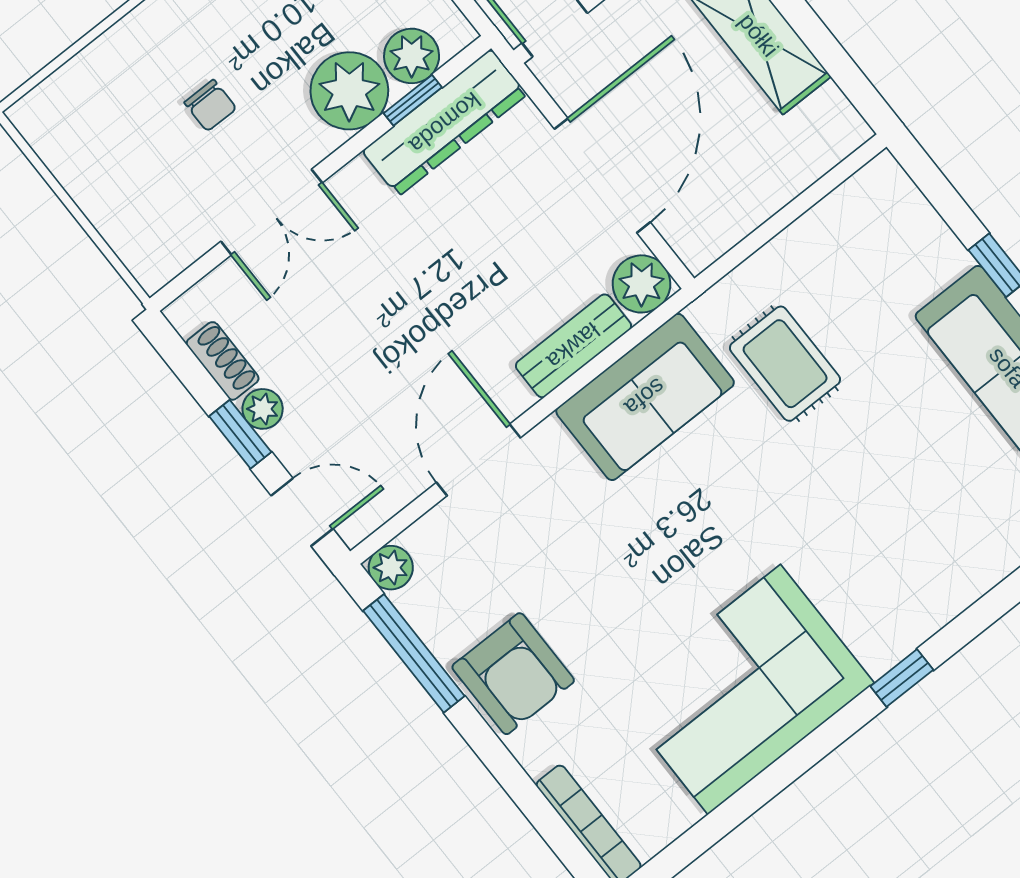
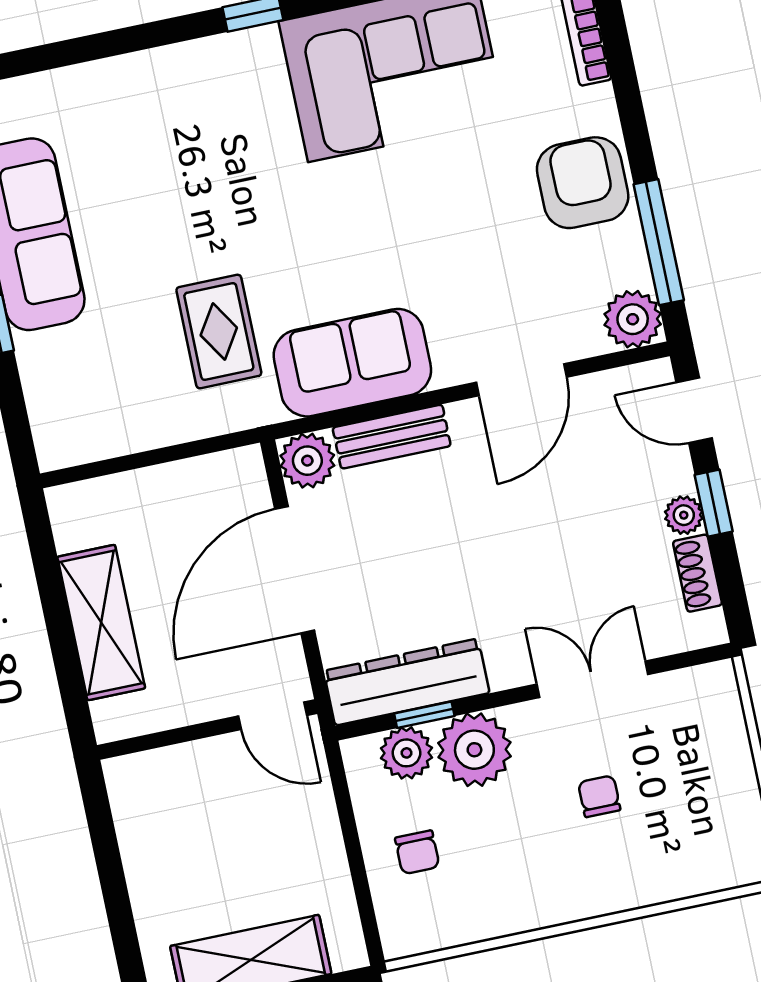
plant: (391, 568) -> (633, 319), width x1.38, depth x1.38

